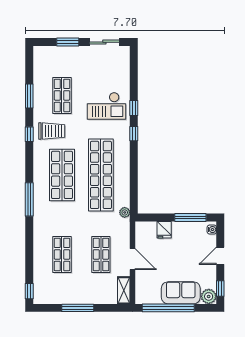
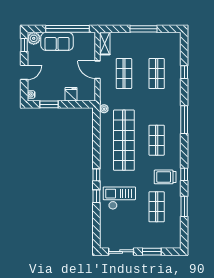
shop shelf: (62, 175) -> (157, 140), width x0.70, depth x0.74
window: (190, 218) -> (49, 104), width x0.69
window: (29, 291) -> (184, 72), moved

